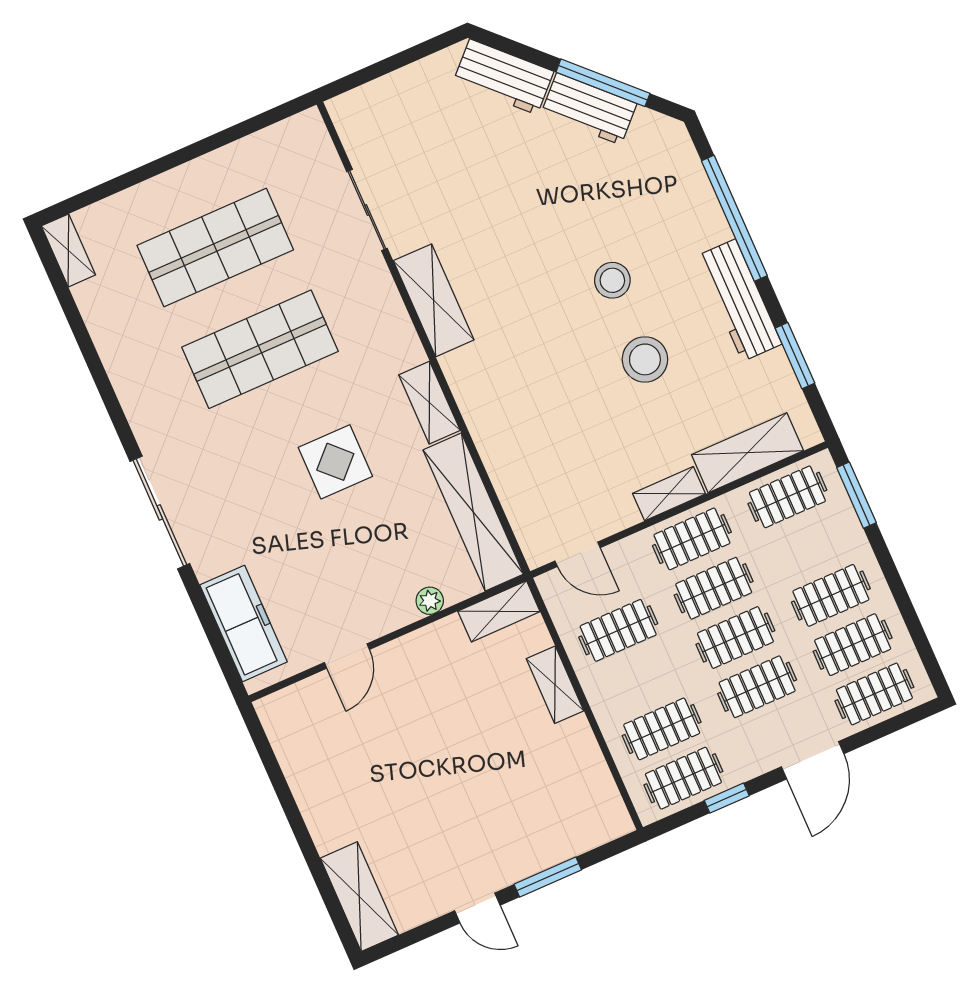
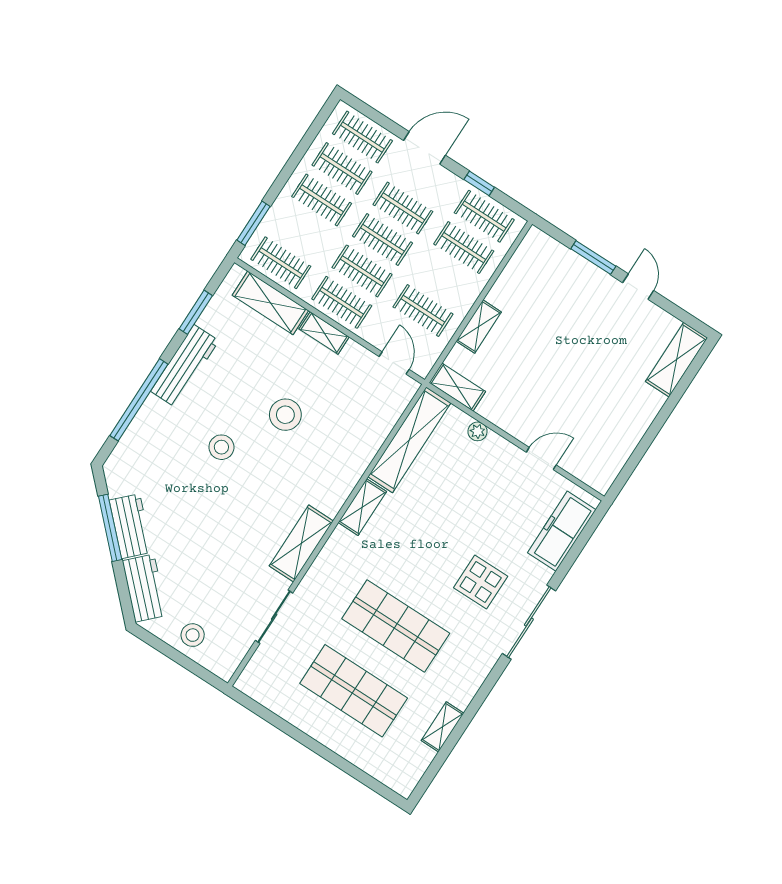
stool: (409, 98) -> (193, 635), added
shelving: (68, 250) -> (442, 727), moved
stool: (645, 359) -> (285, 415), moved
display table: (335, 462) -> (481, 582), moved

